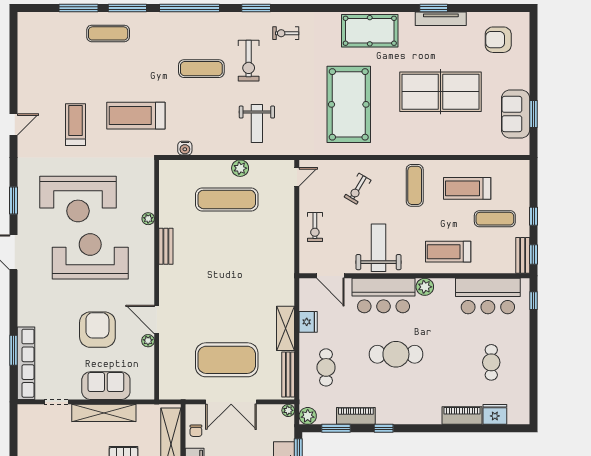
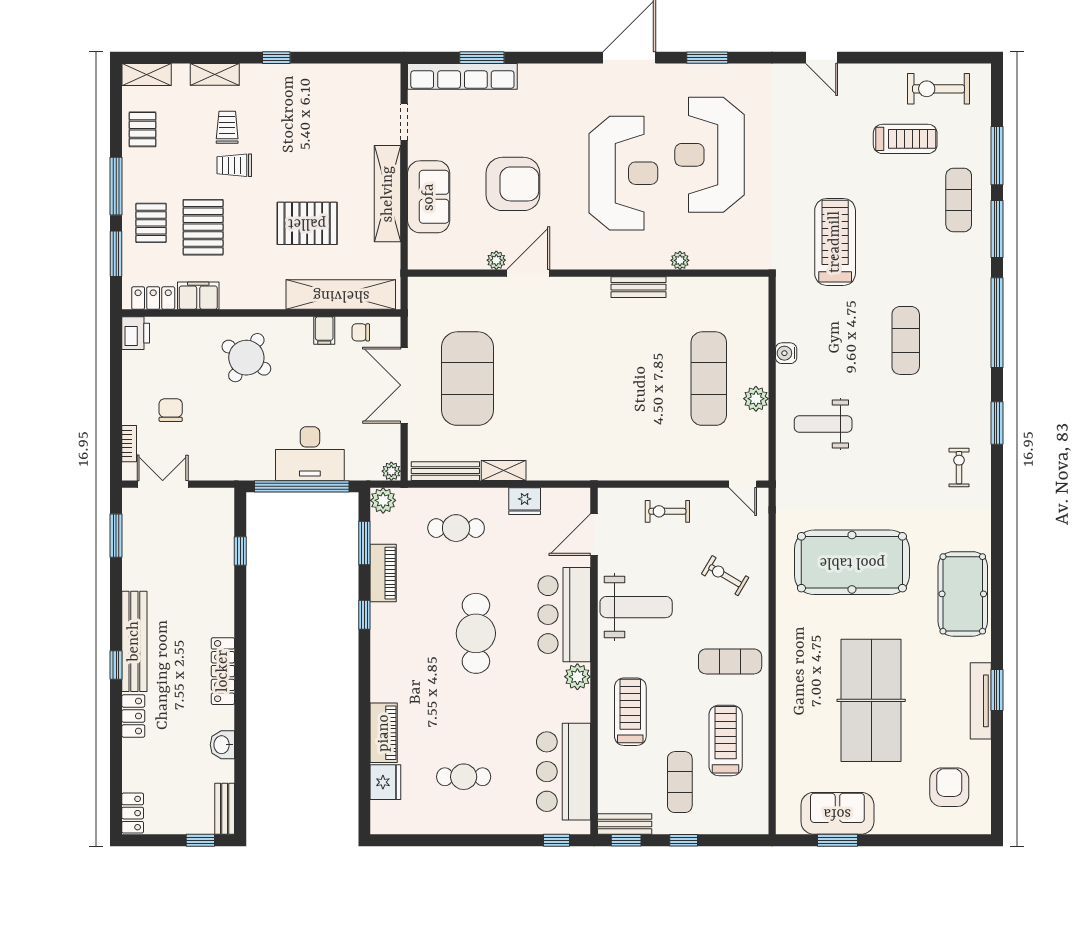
exercise bike: (249, 61) -> (938, 89), moved
treadmill: (75, 125) -> (905, 139), moved
water cooler: (185, 148) -> (786, 353), moved
shelving: (286, 328) -> (504, 470), width x0.67, depth x0.75

